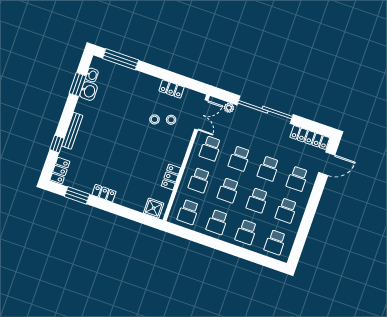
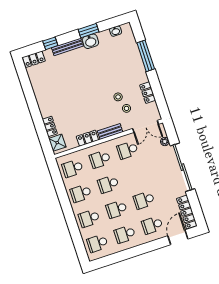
window: (121, 59) -> (146, 56), moved
window: (78, 85) -> (88, 31), moved
washbasin: (89, 91) -> (90, 41), moved
bench: (181, 151) -> (110, 132), added
school desk: (239, 159) -> (136, 175), removed
door: (327, 164) -> (178, 237), swing flipped
locker: (104, 193) -> (50, 126), moved
window: (77, 195) -> (26, 84), removed

